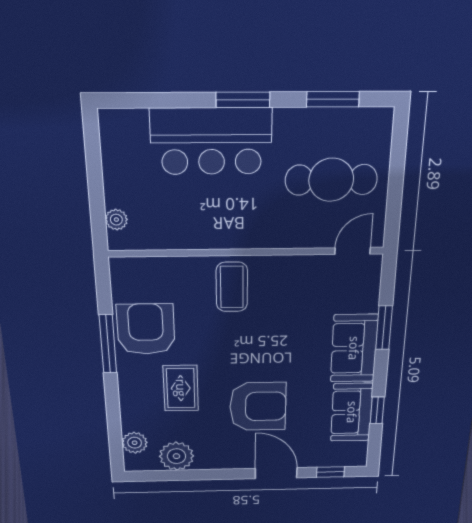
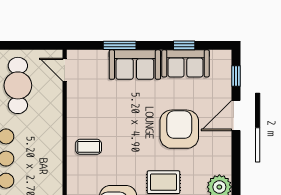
coffee table: (232, 287) -> (89, 147), width x0.73, depth x0.77

